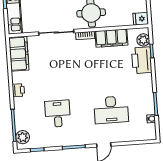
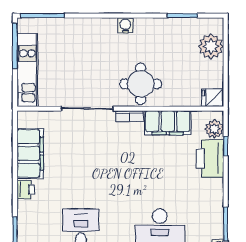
filing cabinet: (19, 54) -> (30, 153), moved

